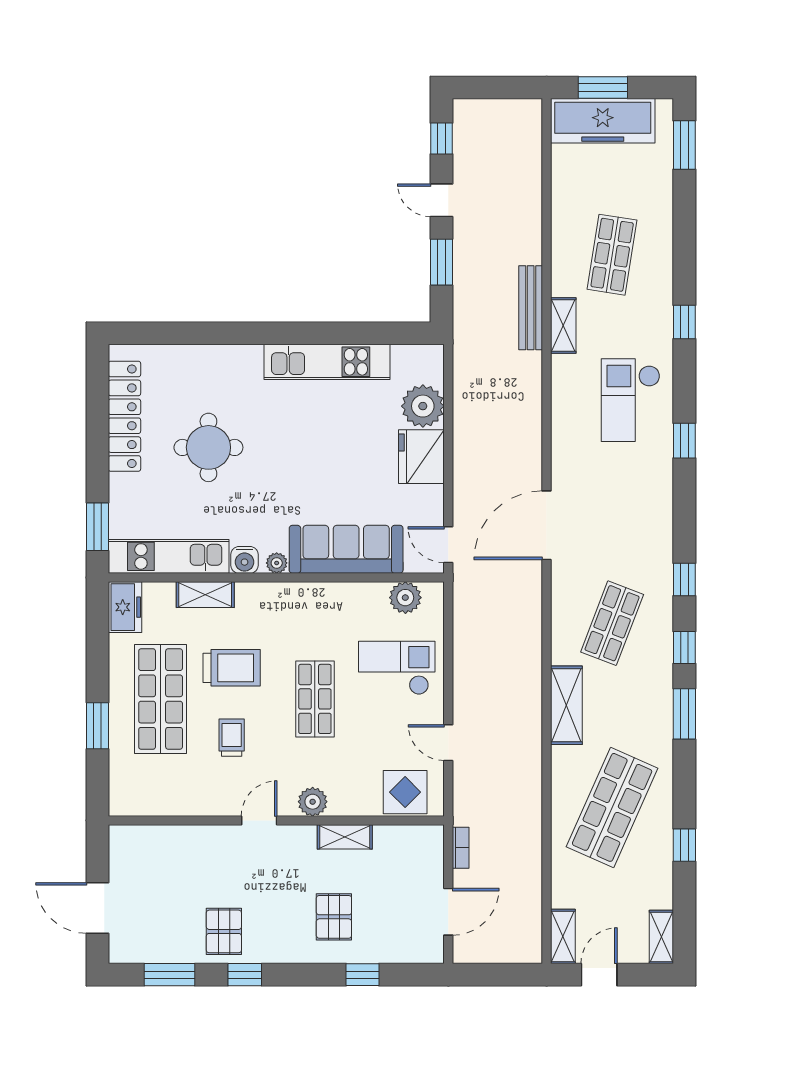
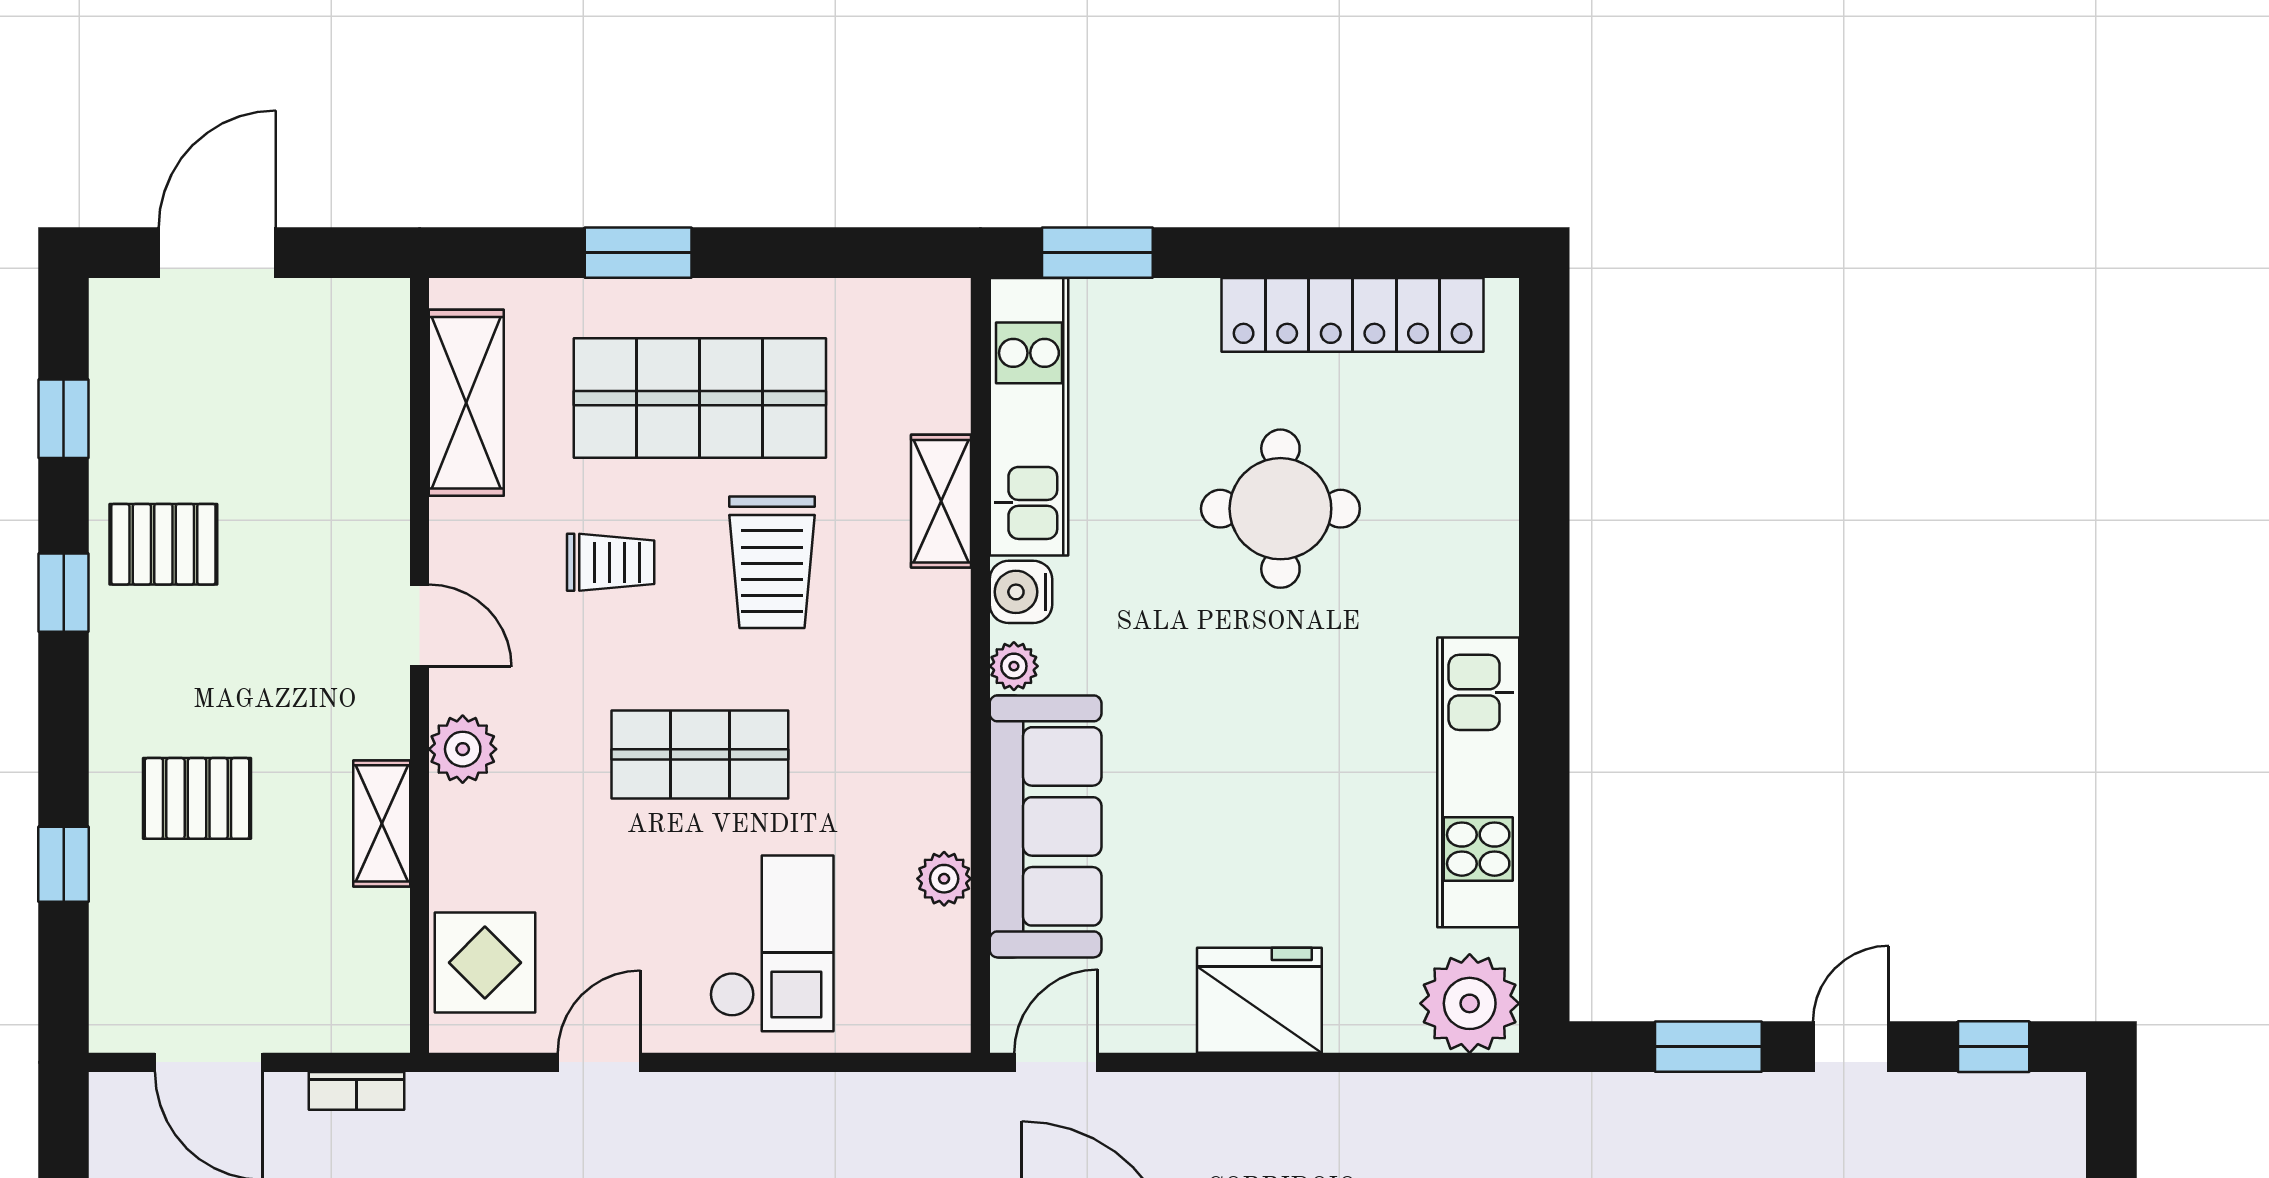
plant: (423, 406) -> (1470, 1003), moved
plant: (405, 598) -> (944, 879), moved, width x0.73, depth x0.73
freezer: (125, 607) -> (912, 316), removed
shelving: (163, 800) -> (466, 403), added
window: (169, 975) -> (64, 419), width x0.67

